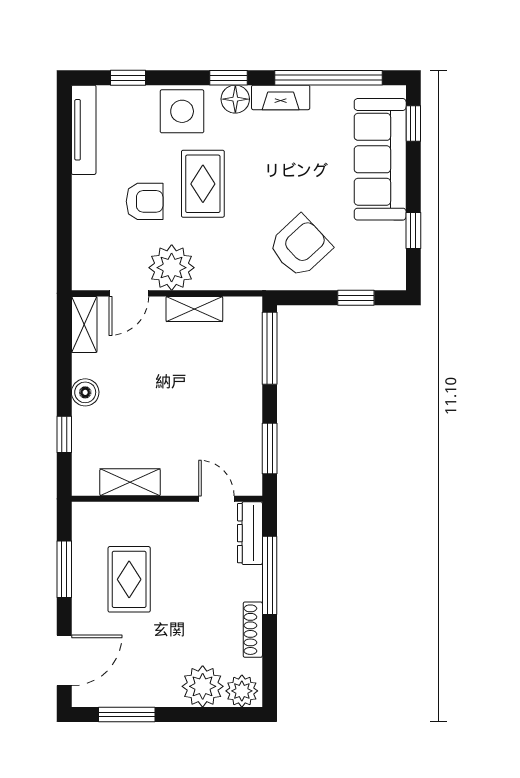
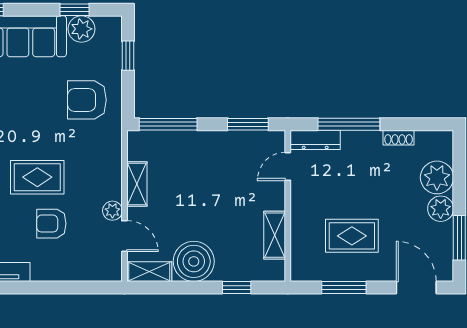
armchair: (145, 201) -> (51, 224), turned -90
plant: (389, 239) -> (81, 29), added
armchair: (300, 246) -> (87, 100), turned -47
plant: (172, 268) -> (112, 211), width x0.53, depth x0.53
boiler: (85, 392) -> (194, 261), width x1.86, depth x1.86
shoe rack: (253, 630) -> (399, 138), width x0.70
plant: (242, 691) -> (441, 209), moved

